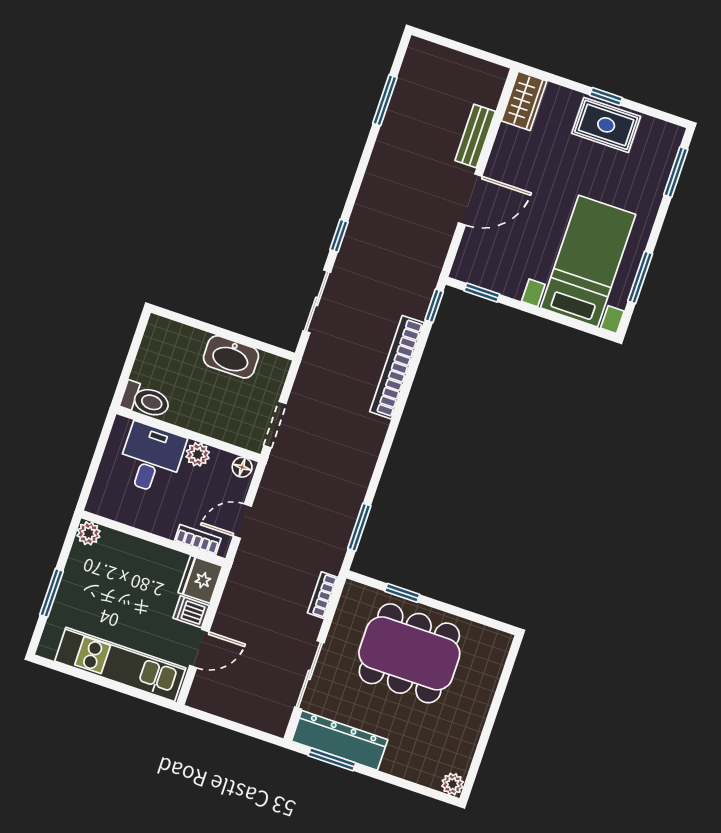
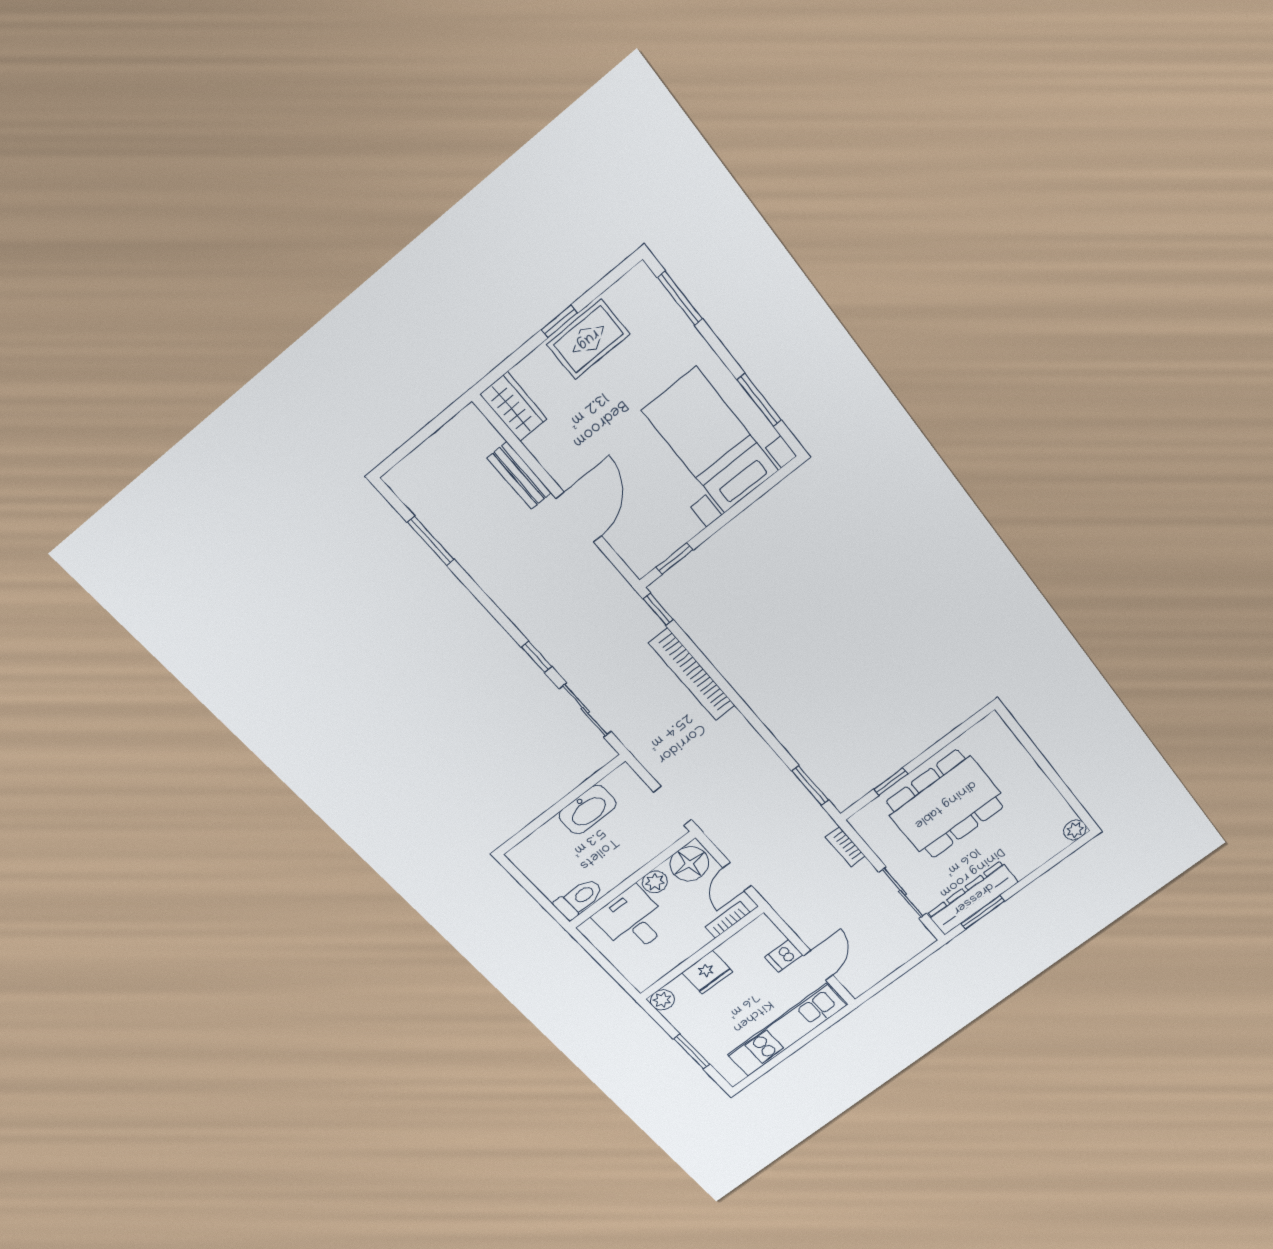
floor lamp: (242, 467) -> (689, 864), width x1.89, depth x1.89
fridge: (200, 579) -> (707, 972), moved, turned -90

